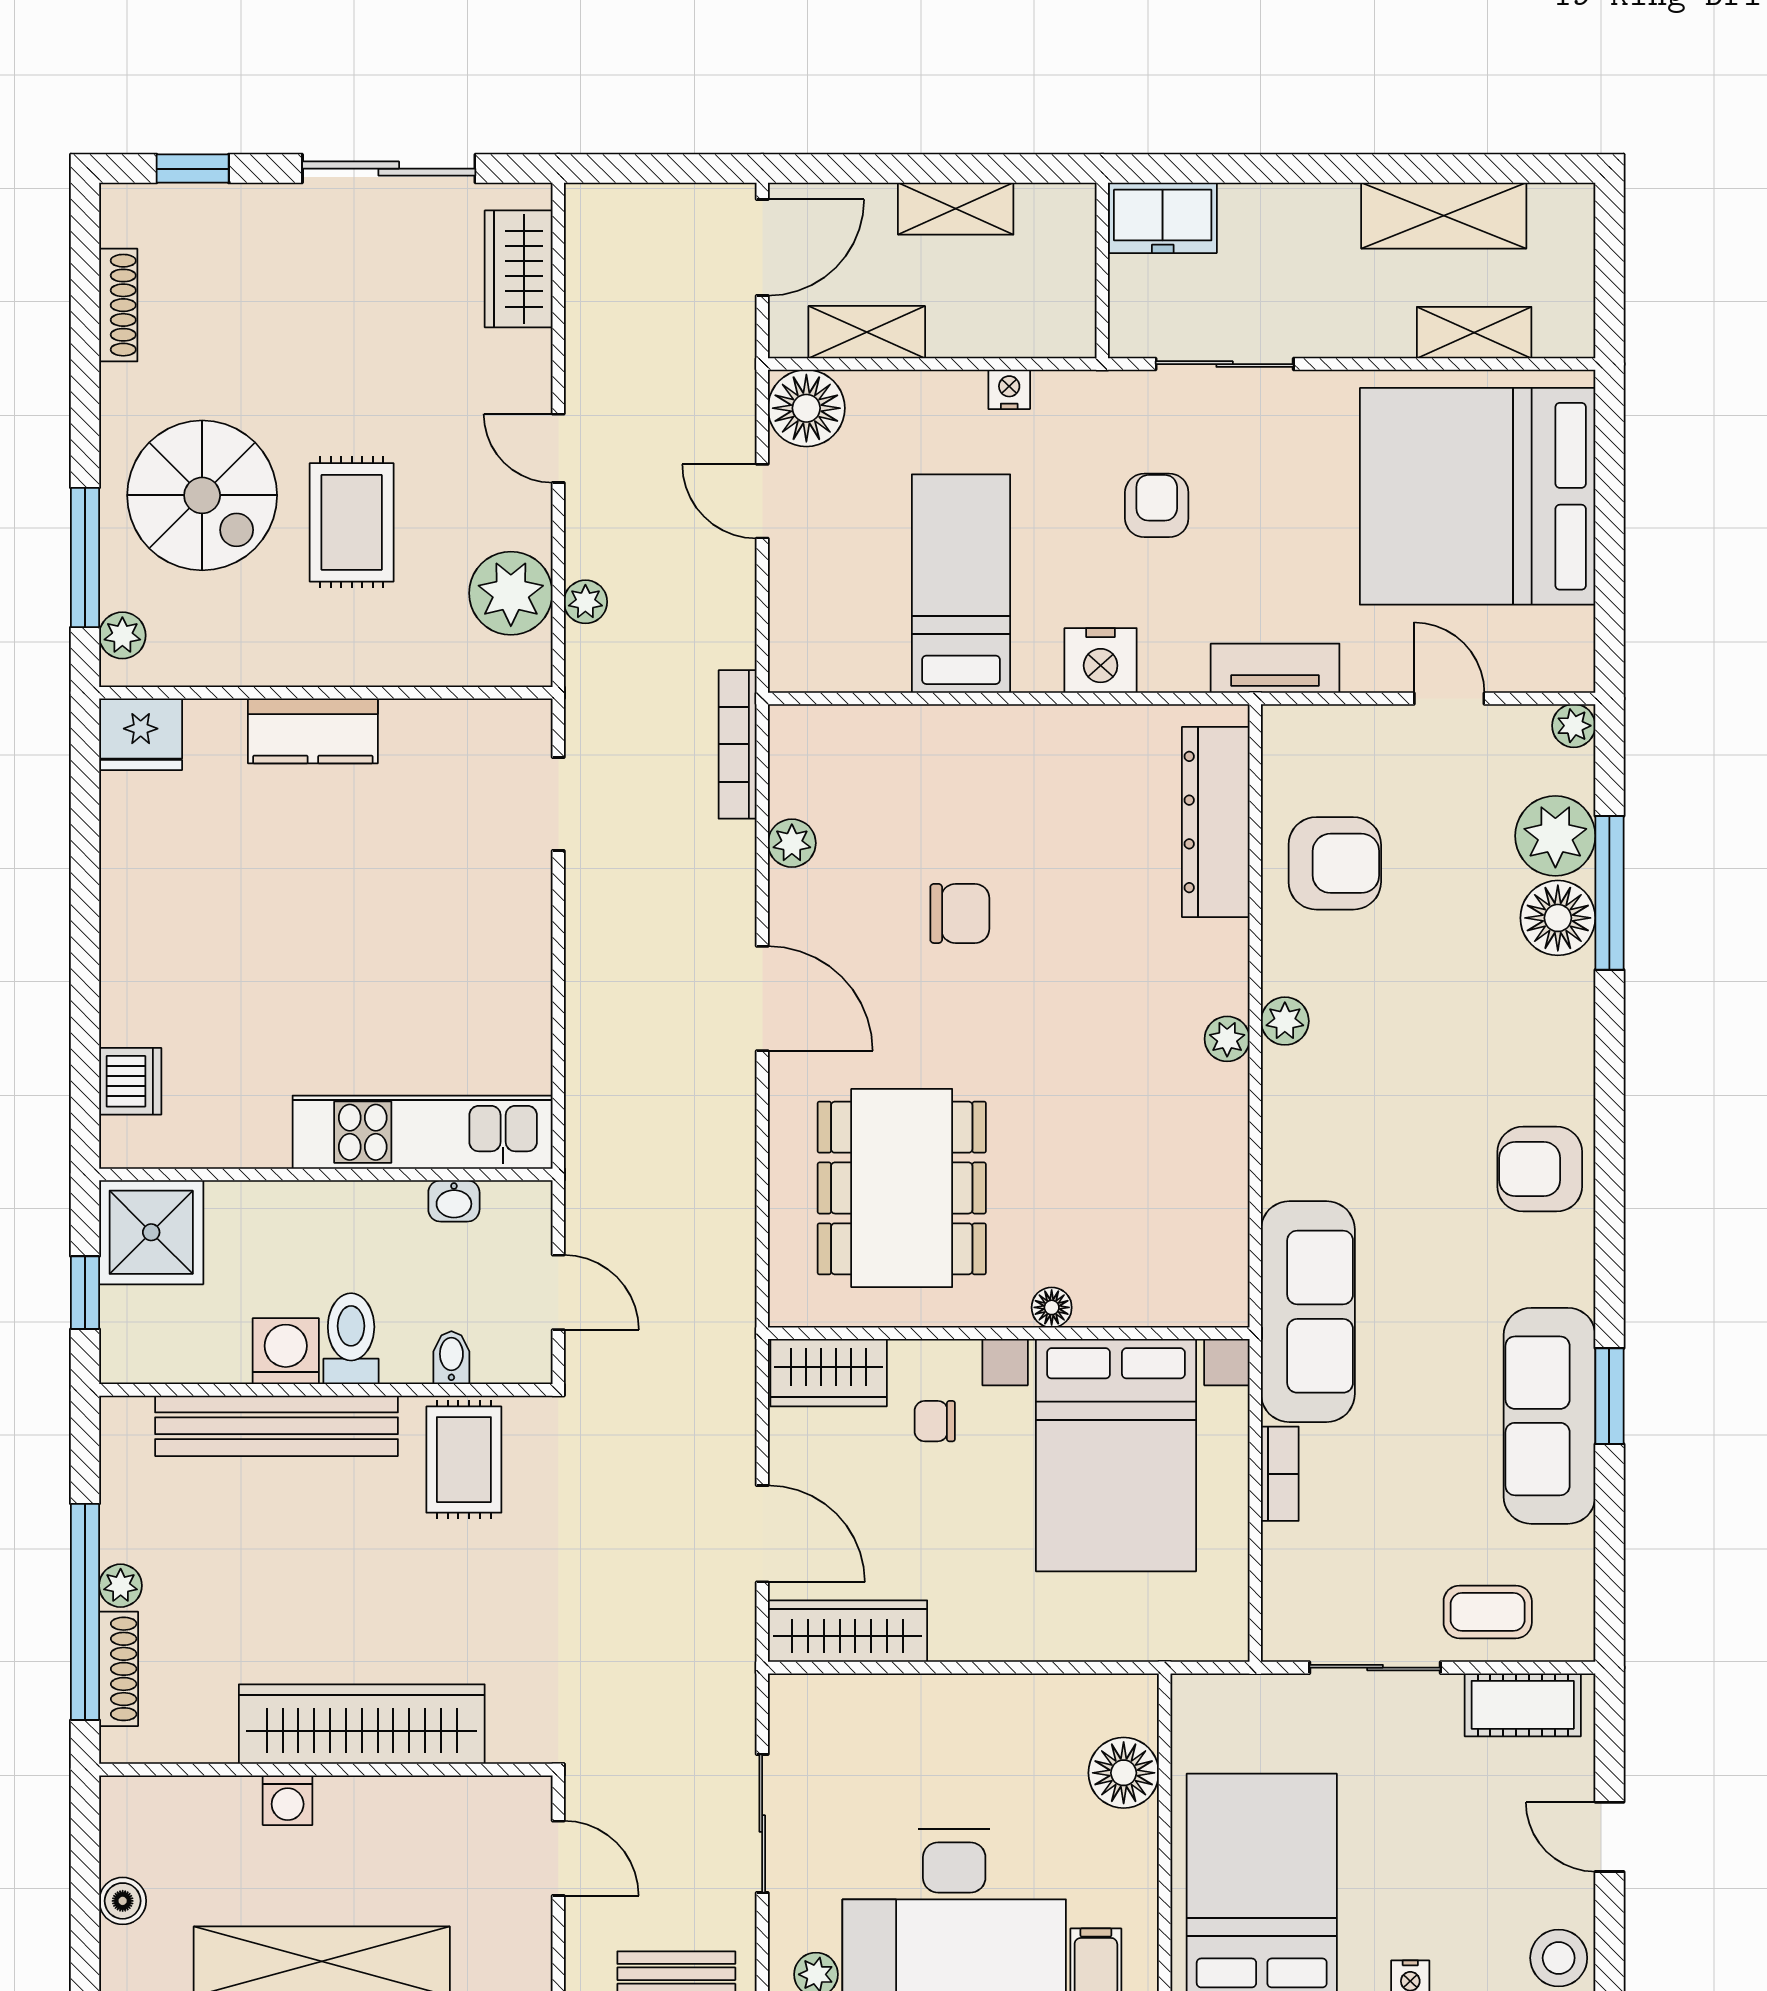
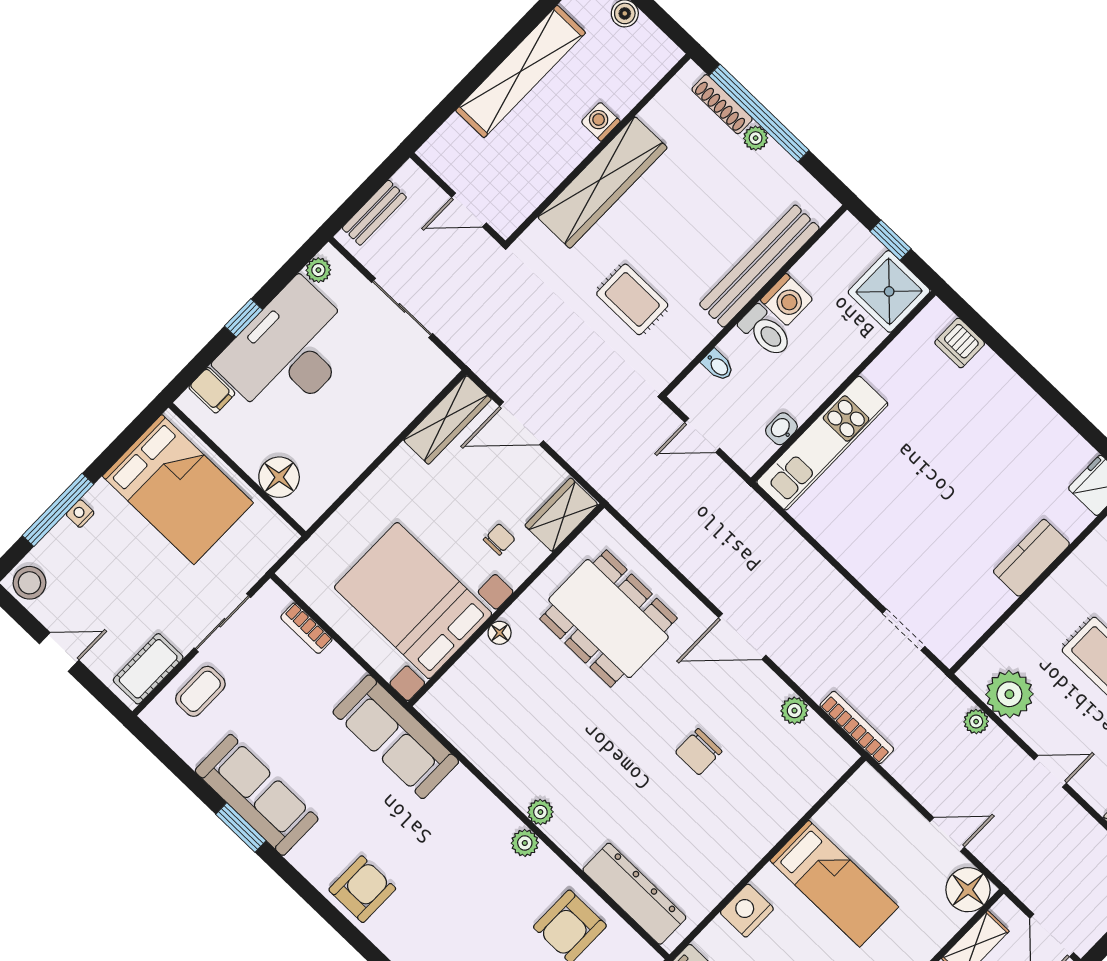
rug: (464, 1460) -> (632, 299), moved
bookcase: (1280, 1474) -> (306, 628), moved

